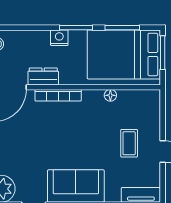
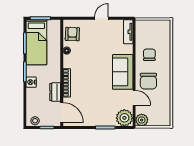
bed: (124, 54) -> (36, 42), width x0.67
armchair: (137, 104) -> (72, 34), added
coffee table: (129, 143) -> (96, 39), removed

